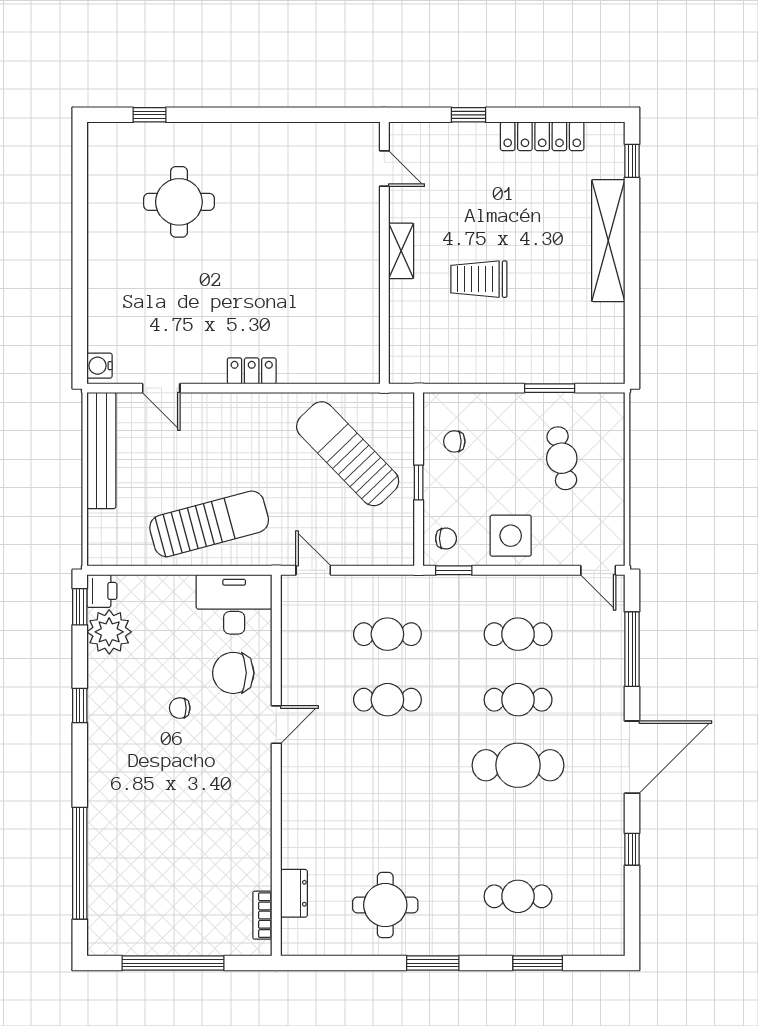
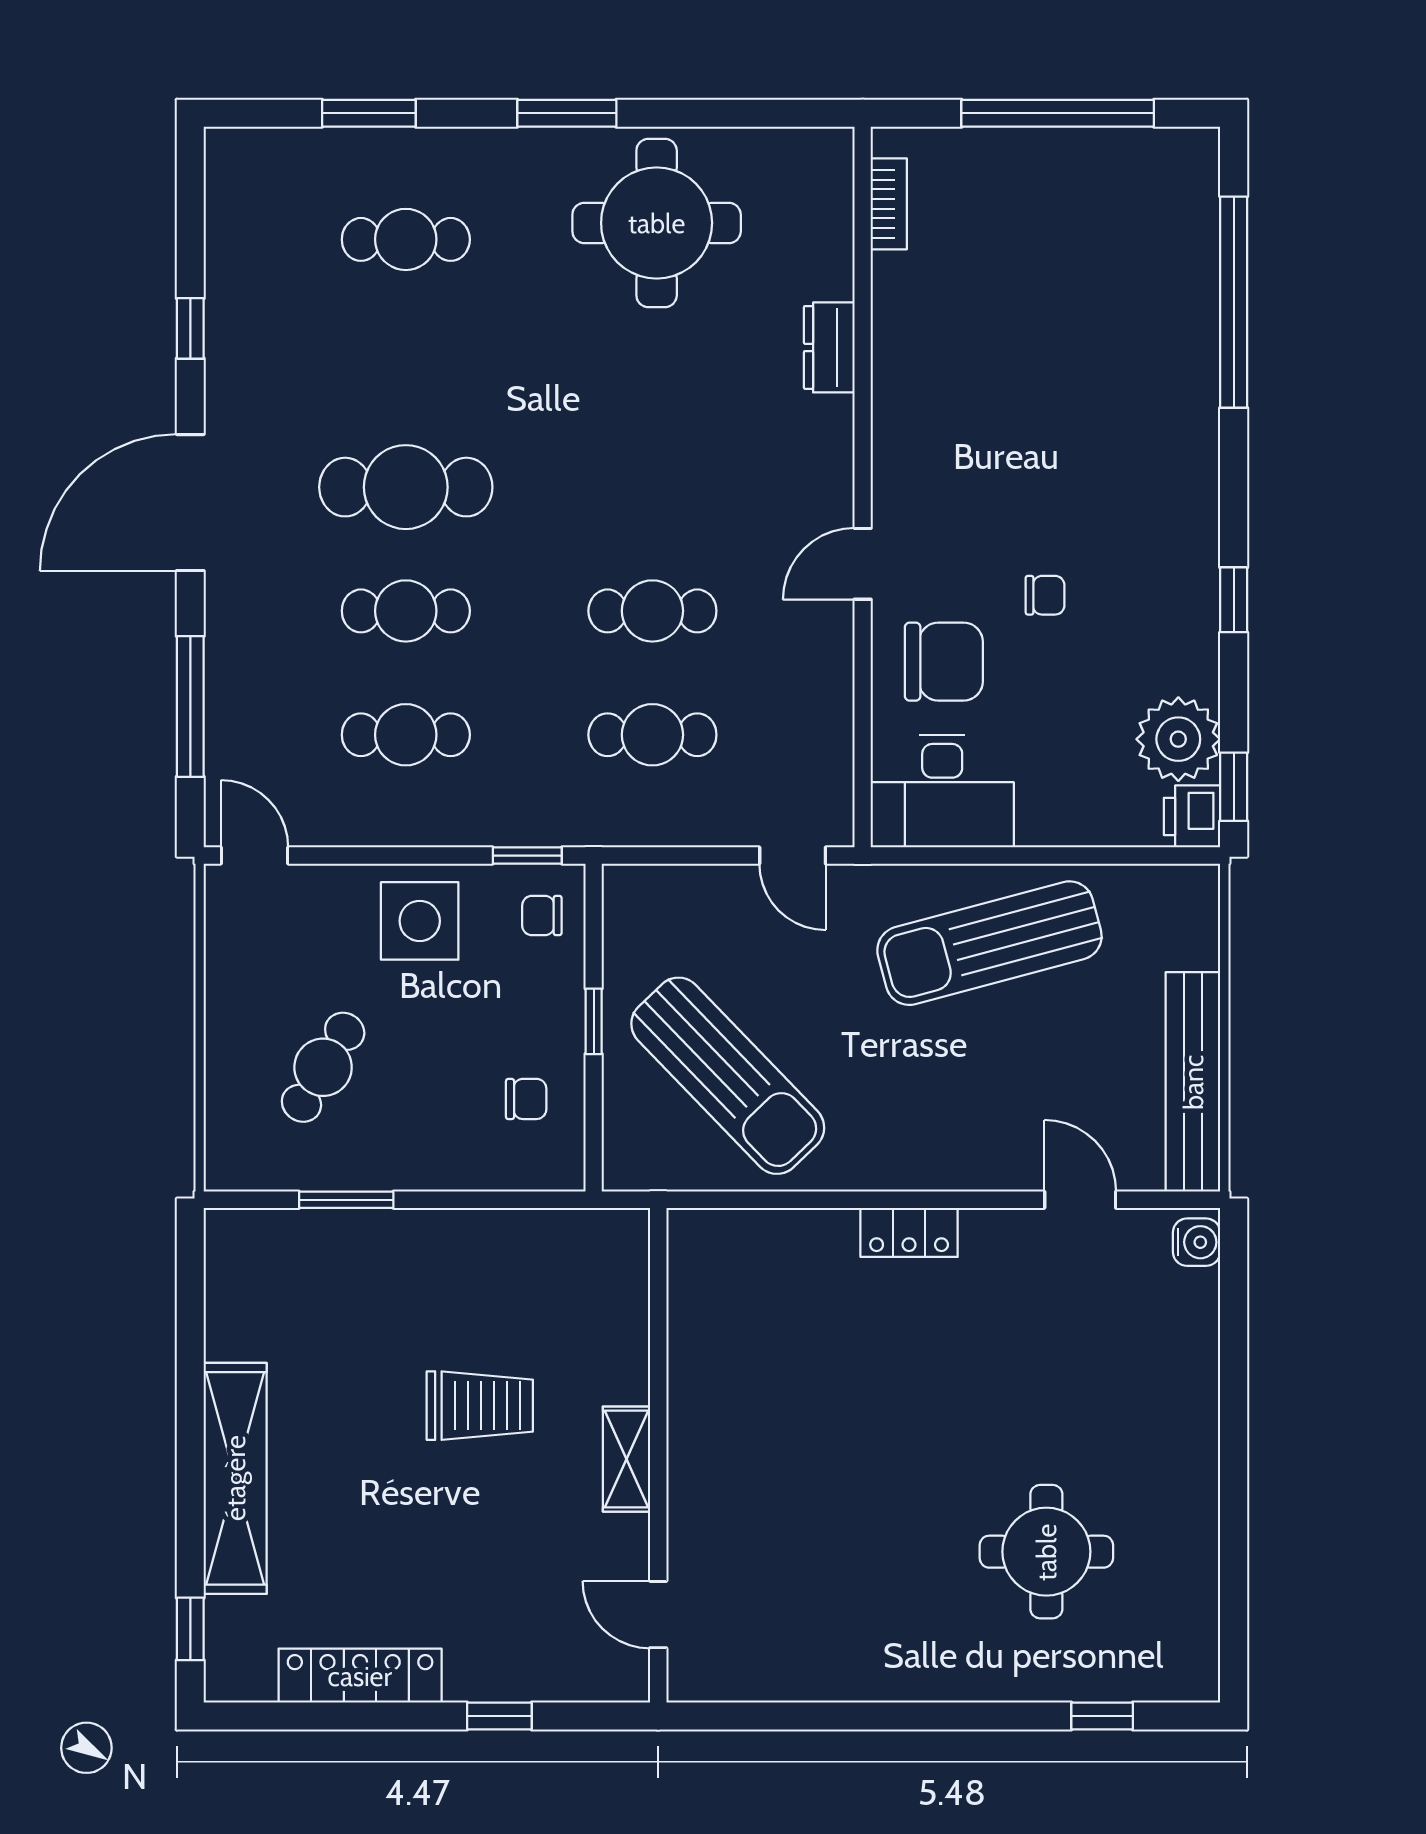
cafe table: (562, 458) -> (323, 1067), turned 42
dresser: (294, 893) -> (829, 347), moved
round table: (385, 905) -> (657, 223), width x1.36, depth x1.36

